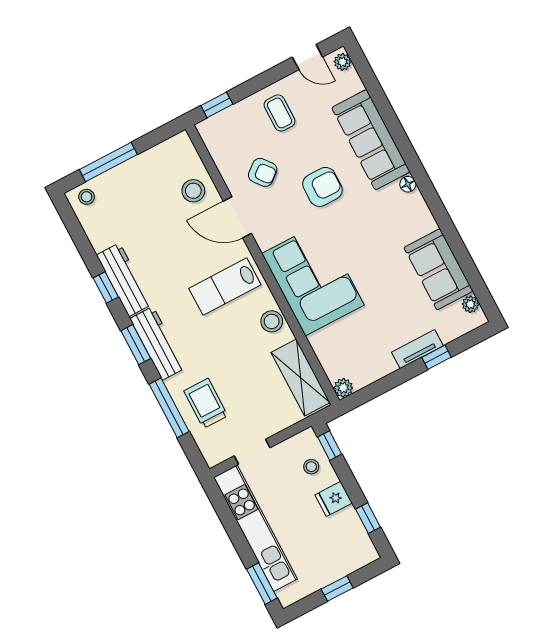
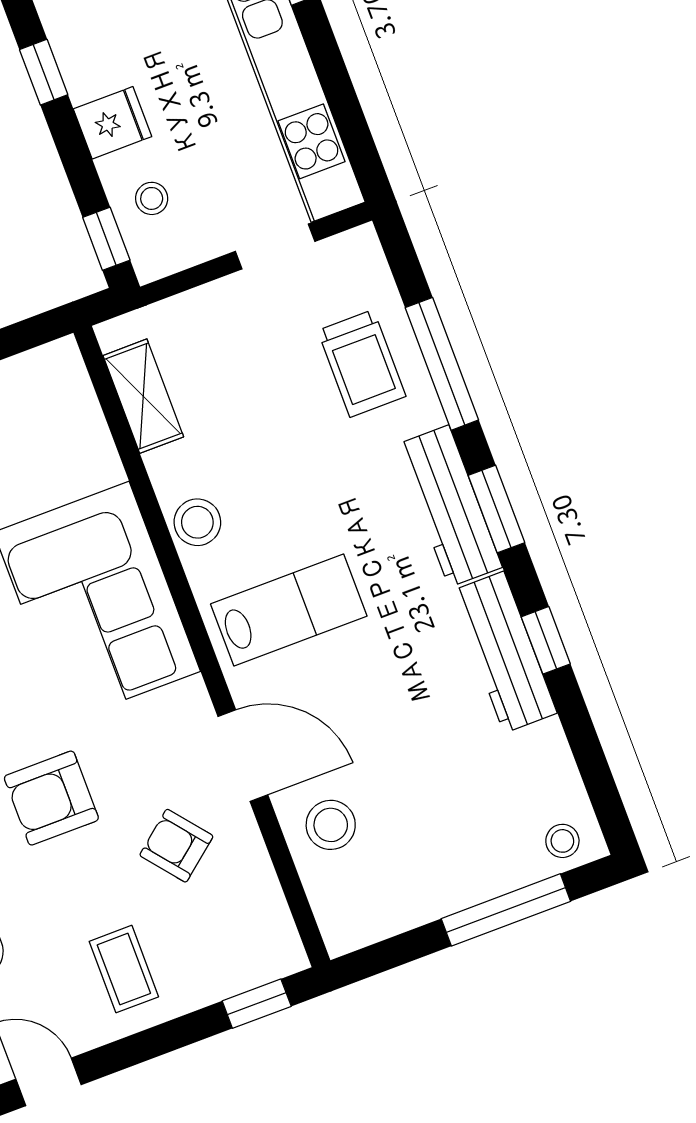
shelving: (300, 378) -> (143, 396), width x0.67, depth x0.75
plant: (343, 388) -> (61, 360), removed

